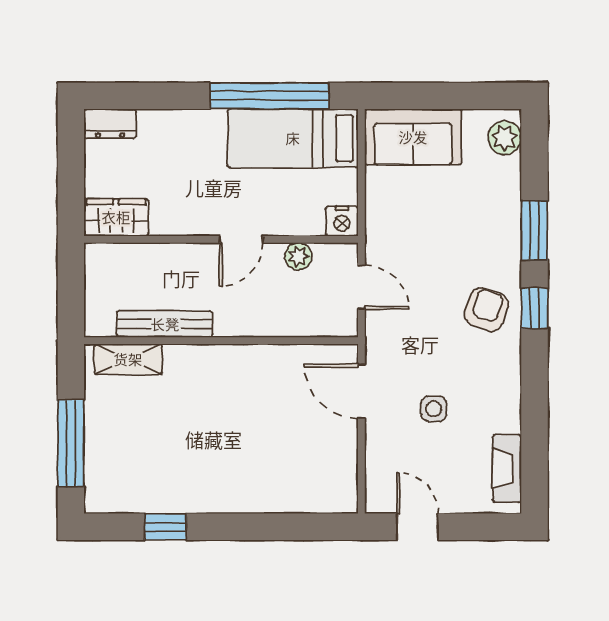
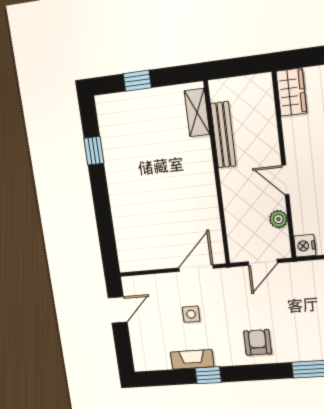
window: (534, 308) -> (208, 375), moved
armchair: (486, 309) -> (258, 342), turned -110
window: (71, 443) -> (137, 81), width x0.46
fireplace: (507, 468) -> (192, 359), moved

